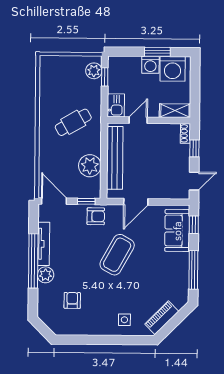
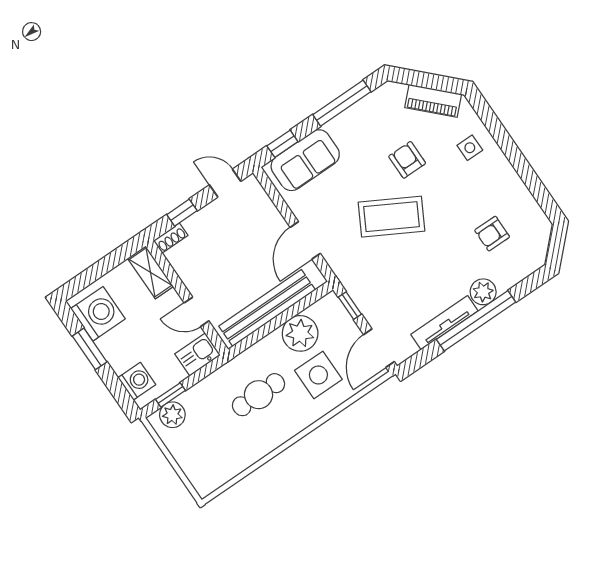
washing machine: (150, 65) -> (137, 381), moved
cafe table: (73, 122) -> (258, 395), turned -60
side table: (62, 160) -> (318, 375), added
door: (136, 202) -> (305, 240), swing flipped
armchair: (96, 216) -> (407, 160), moved

